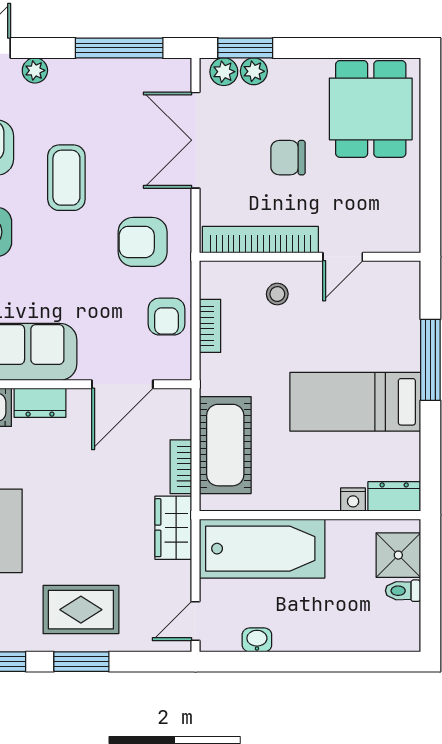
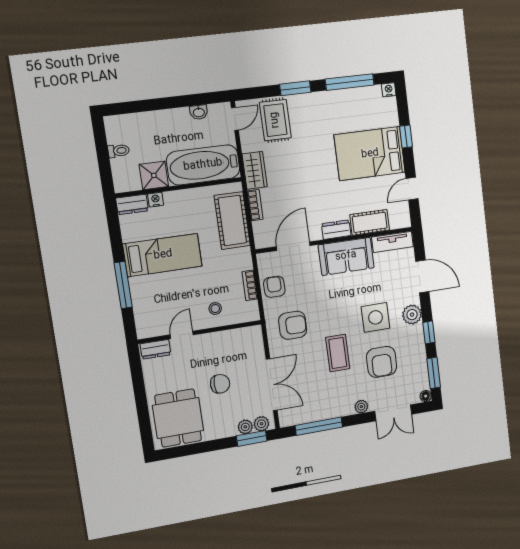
dresser: (392, 239) -> (155, 349), added
bookcase: (260, 240) -> (229, 337), removed
shower: (398, 555) -> (154, 175), moved
rug: (81, 610) -> (275, 120), moved, turned 90

